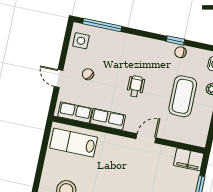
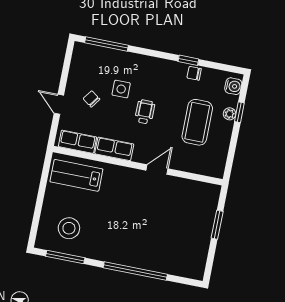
side table: (81, 41) -> (121, 89), moved
filing cabinet: (189, 159) -> (205, 193), removed

